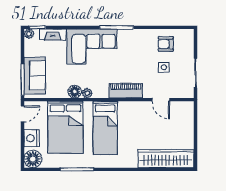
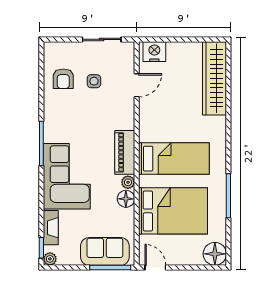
piano: (126, 91) -> (125, 152), moved
nightstand: (32, 138) -> (154, 52), moved, turned 180

